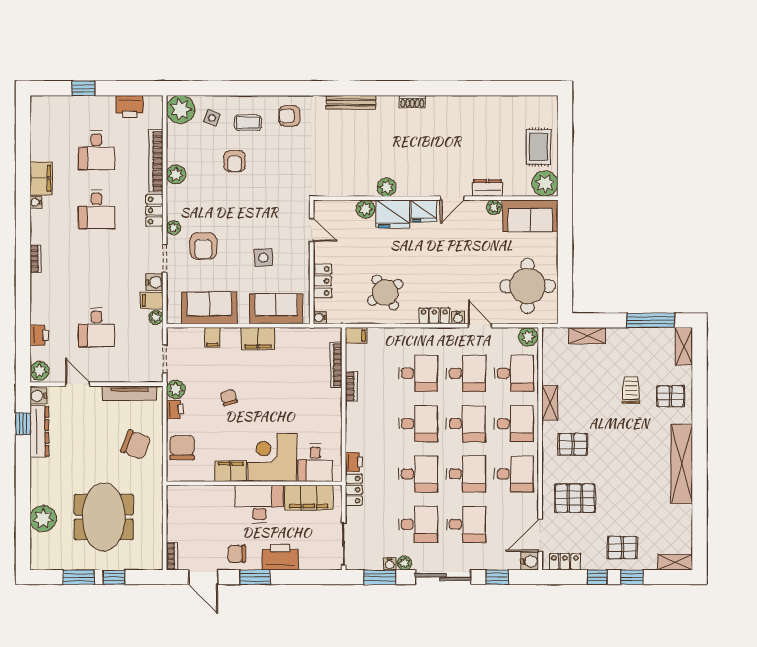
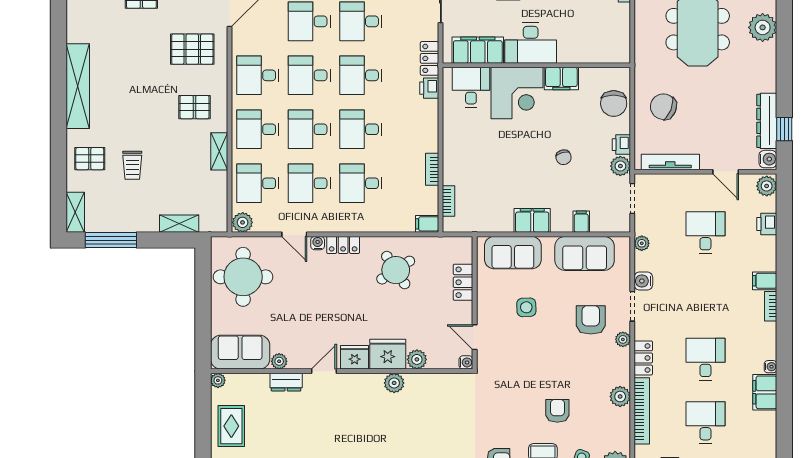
plant: (545, 184) -> (218, 380), width x0.53, depth x0.53
filing cabinet: (152, 301) -> (765, 281), moved, turned 180
water cooler: (320, 318) -> (466, 362), moved
bookcase: (336, 365) -> (448, 201), width x0.64

